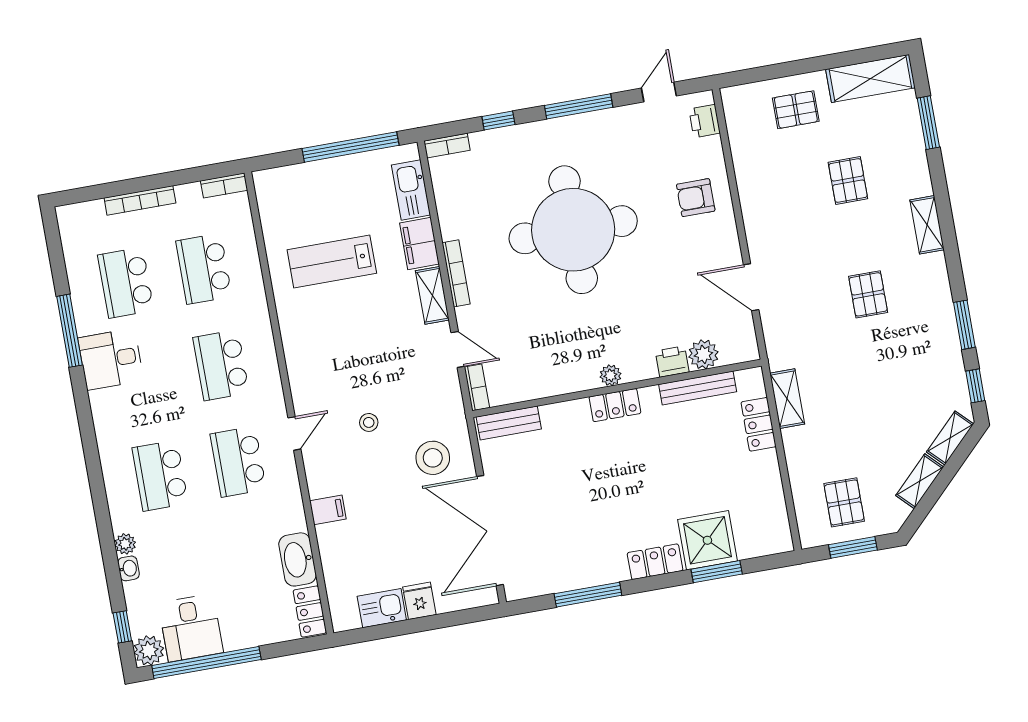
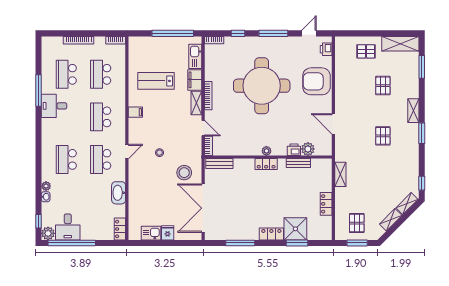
armchair: (696, 198) -> (316, 81), width x1.88, depth x1.88
window: (964, 325) -> (422, 133), moved
bench: (698, 388) -> (298, 163), width x0.73
locker: (759, 424) -> (326, 204), moved
filing cabinet: (328, 510) -> (135, 112), moved
washbasin: (297, 559) -> (119, 193), moved

